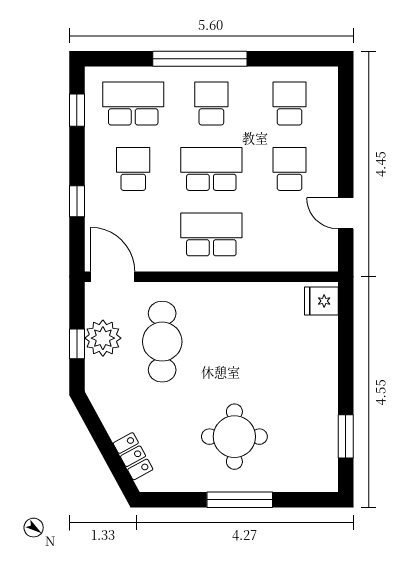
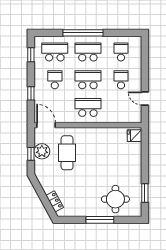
school desk: (211, 103) -> (88, 52), width x1.85
round table: (234, 437) -> (115, 199), moved

